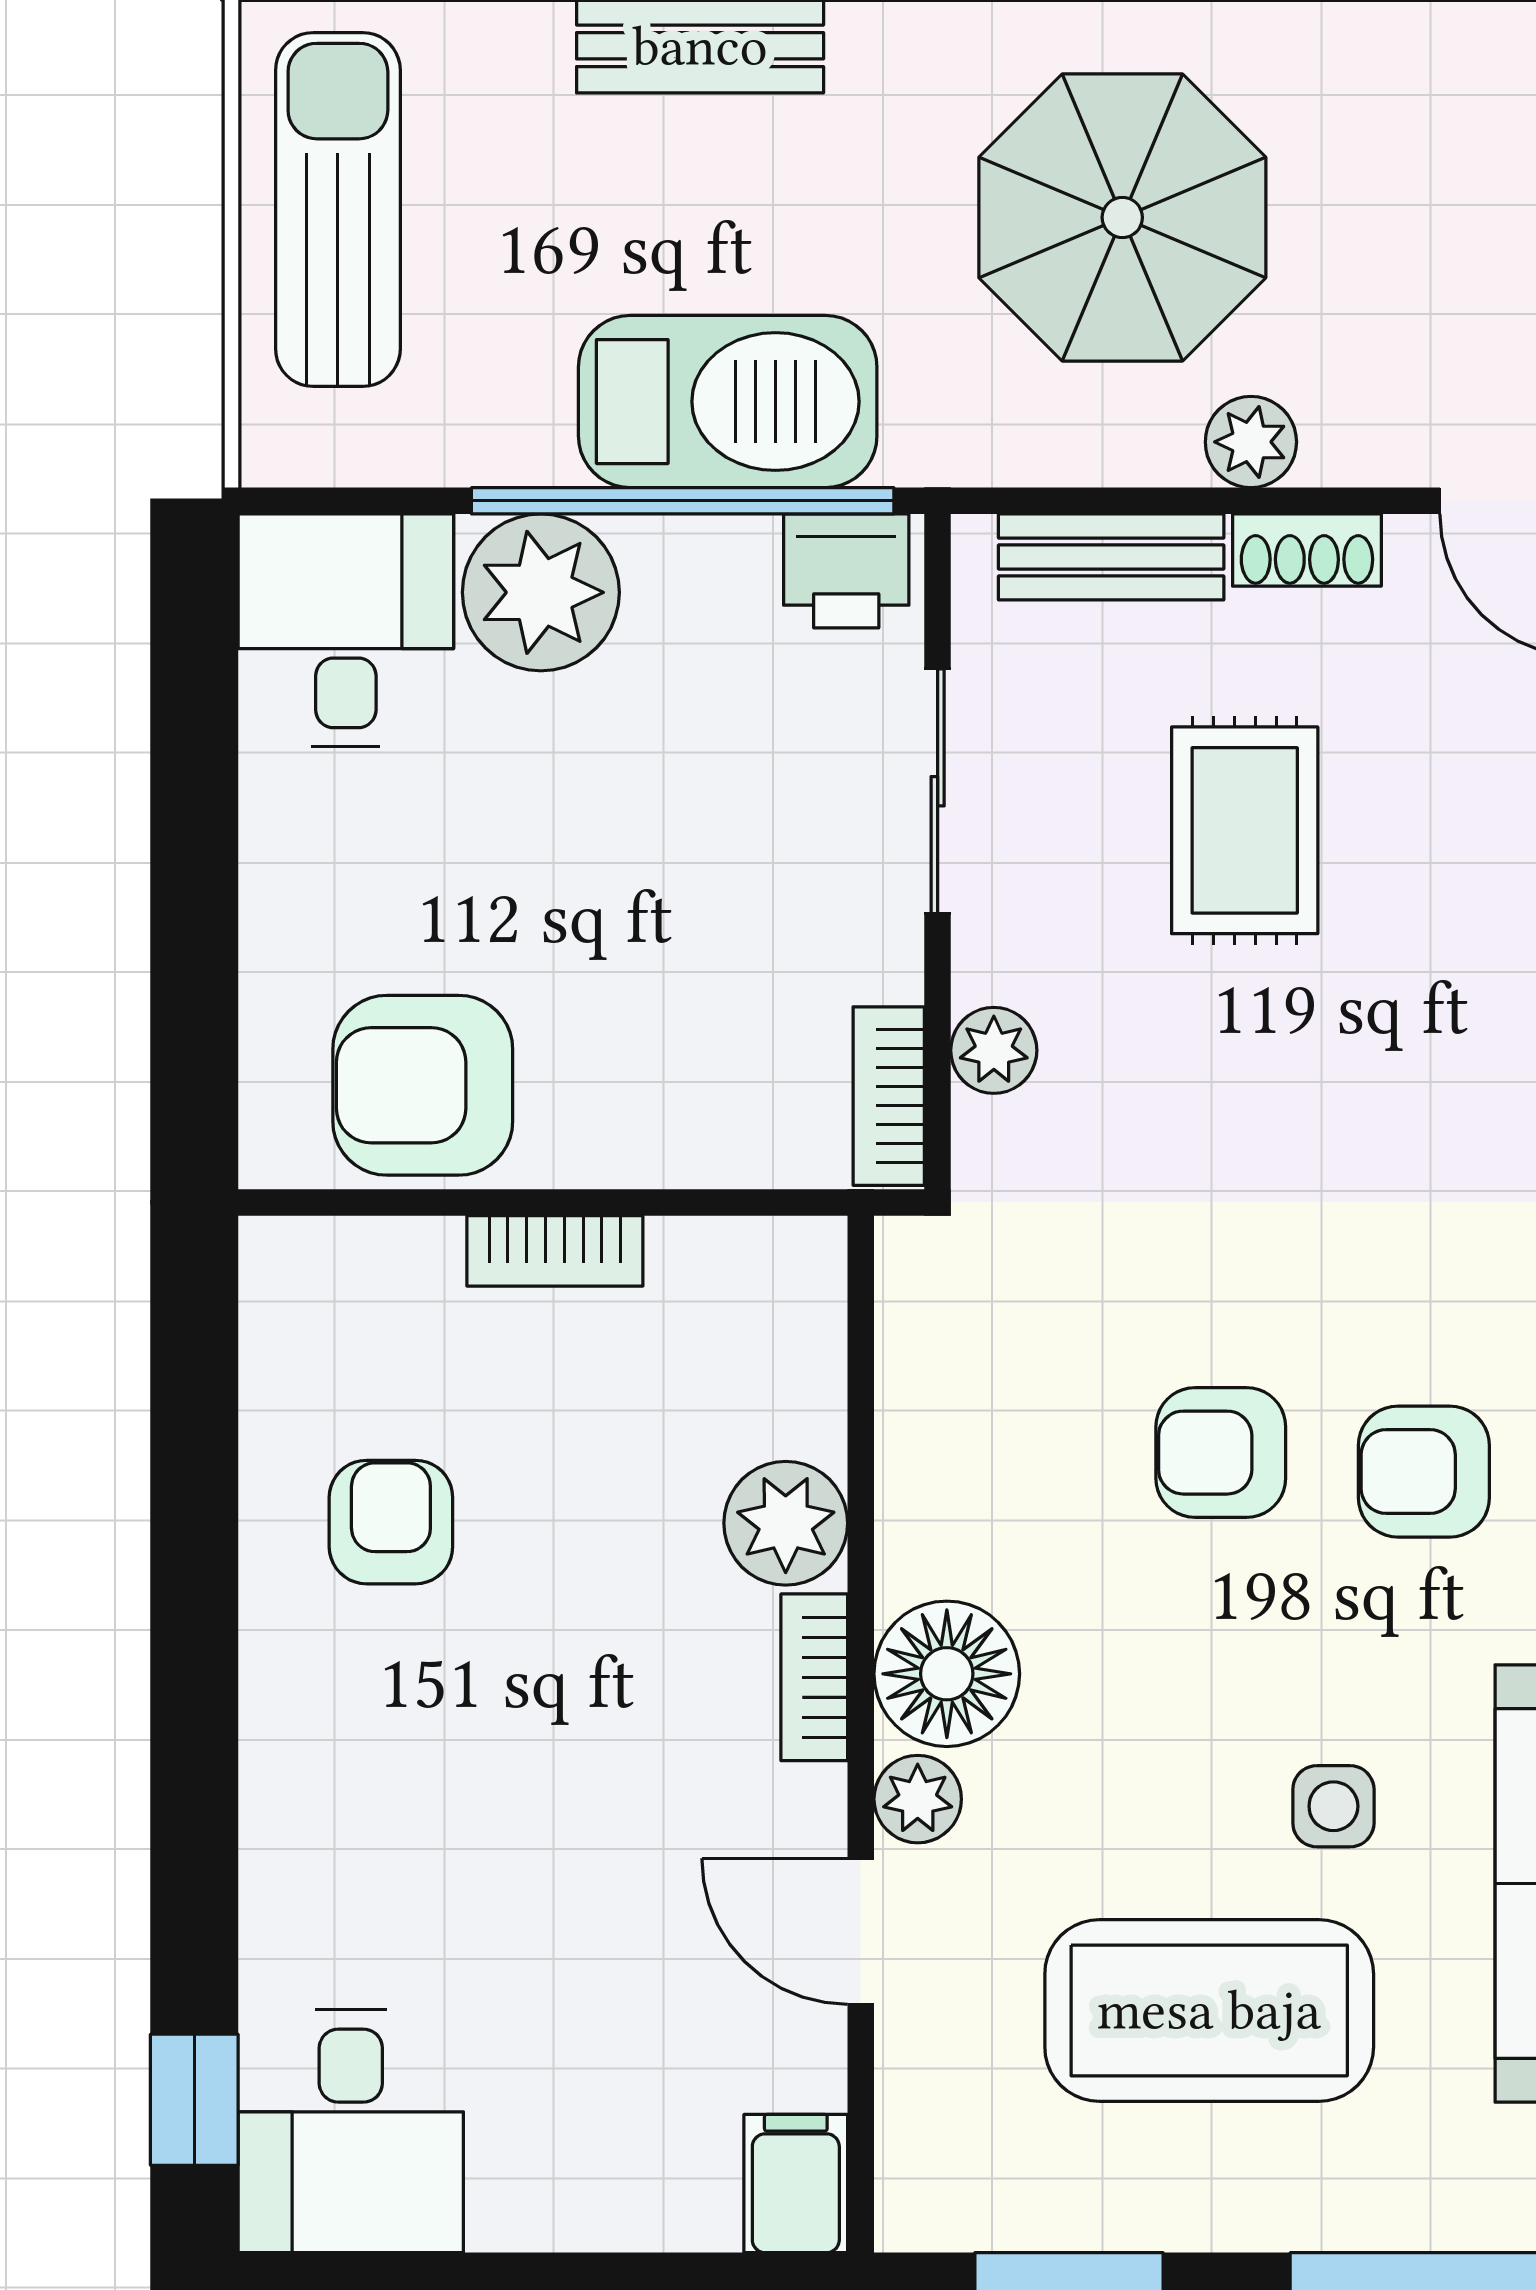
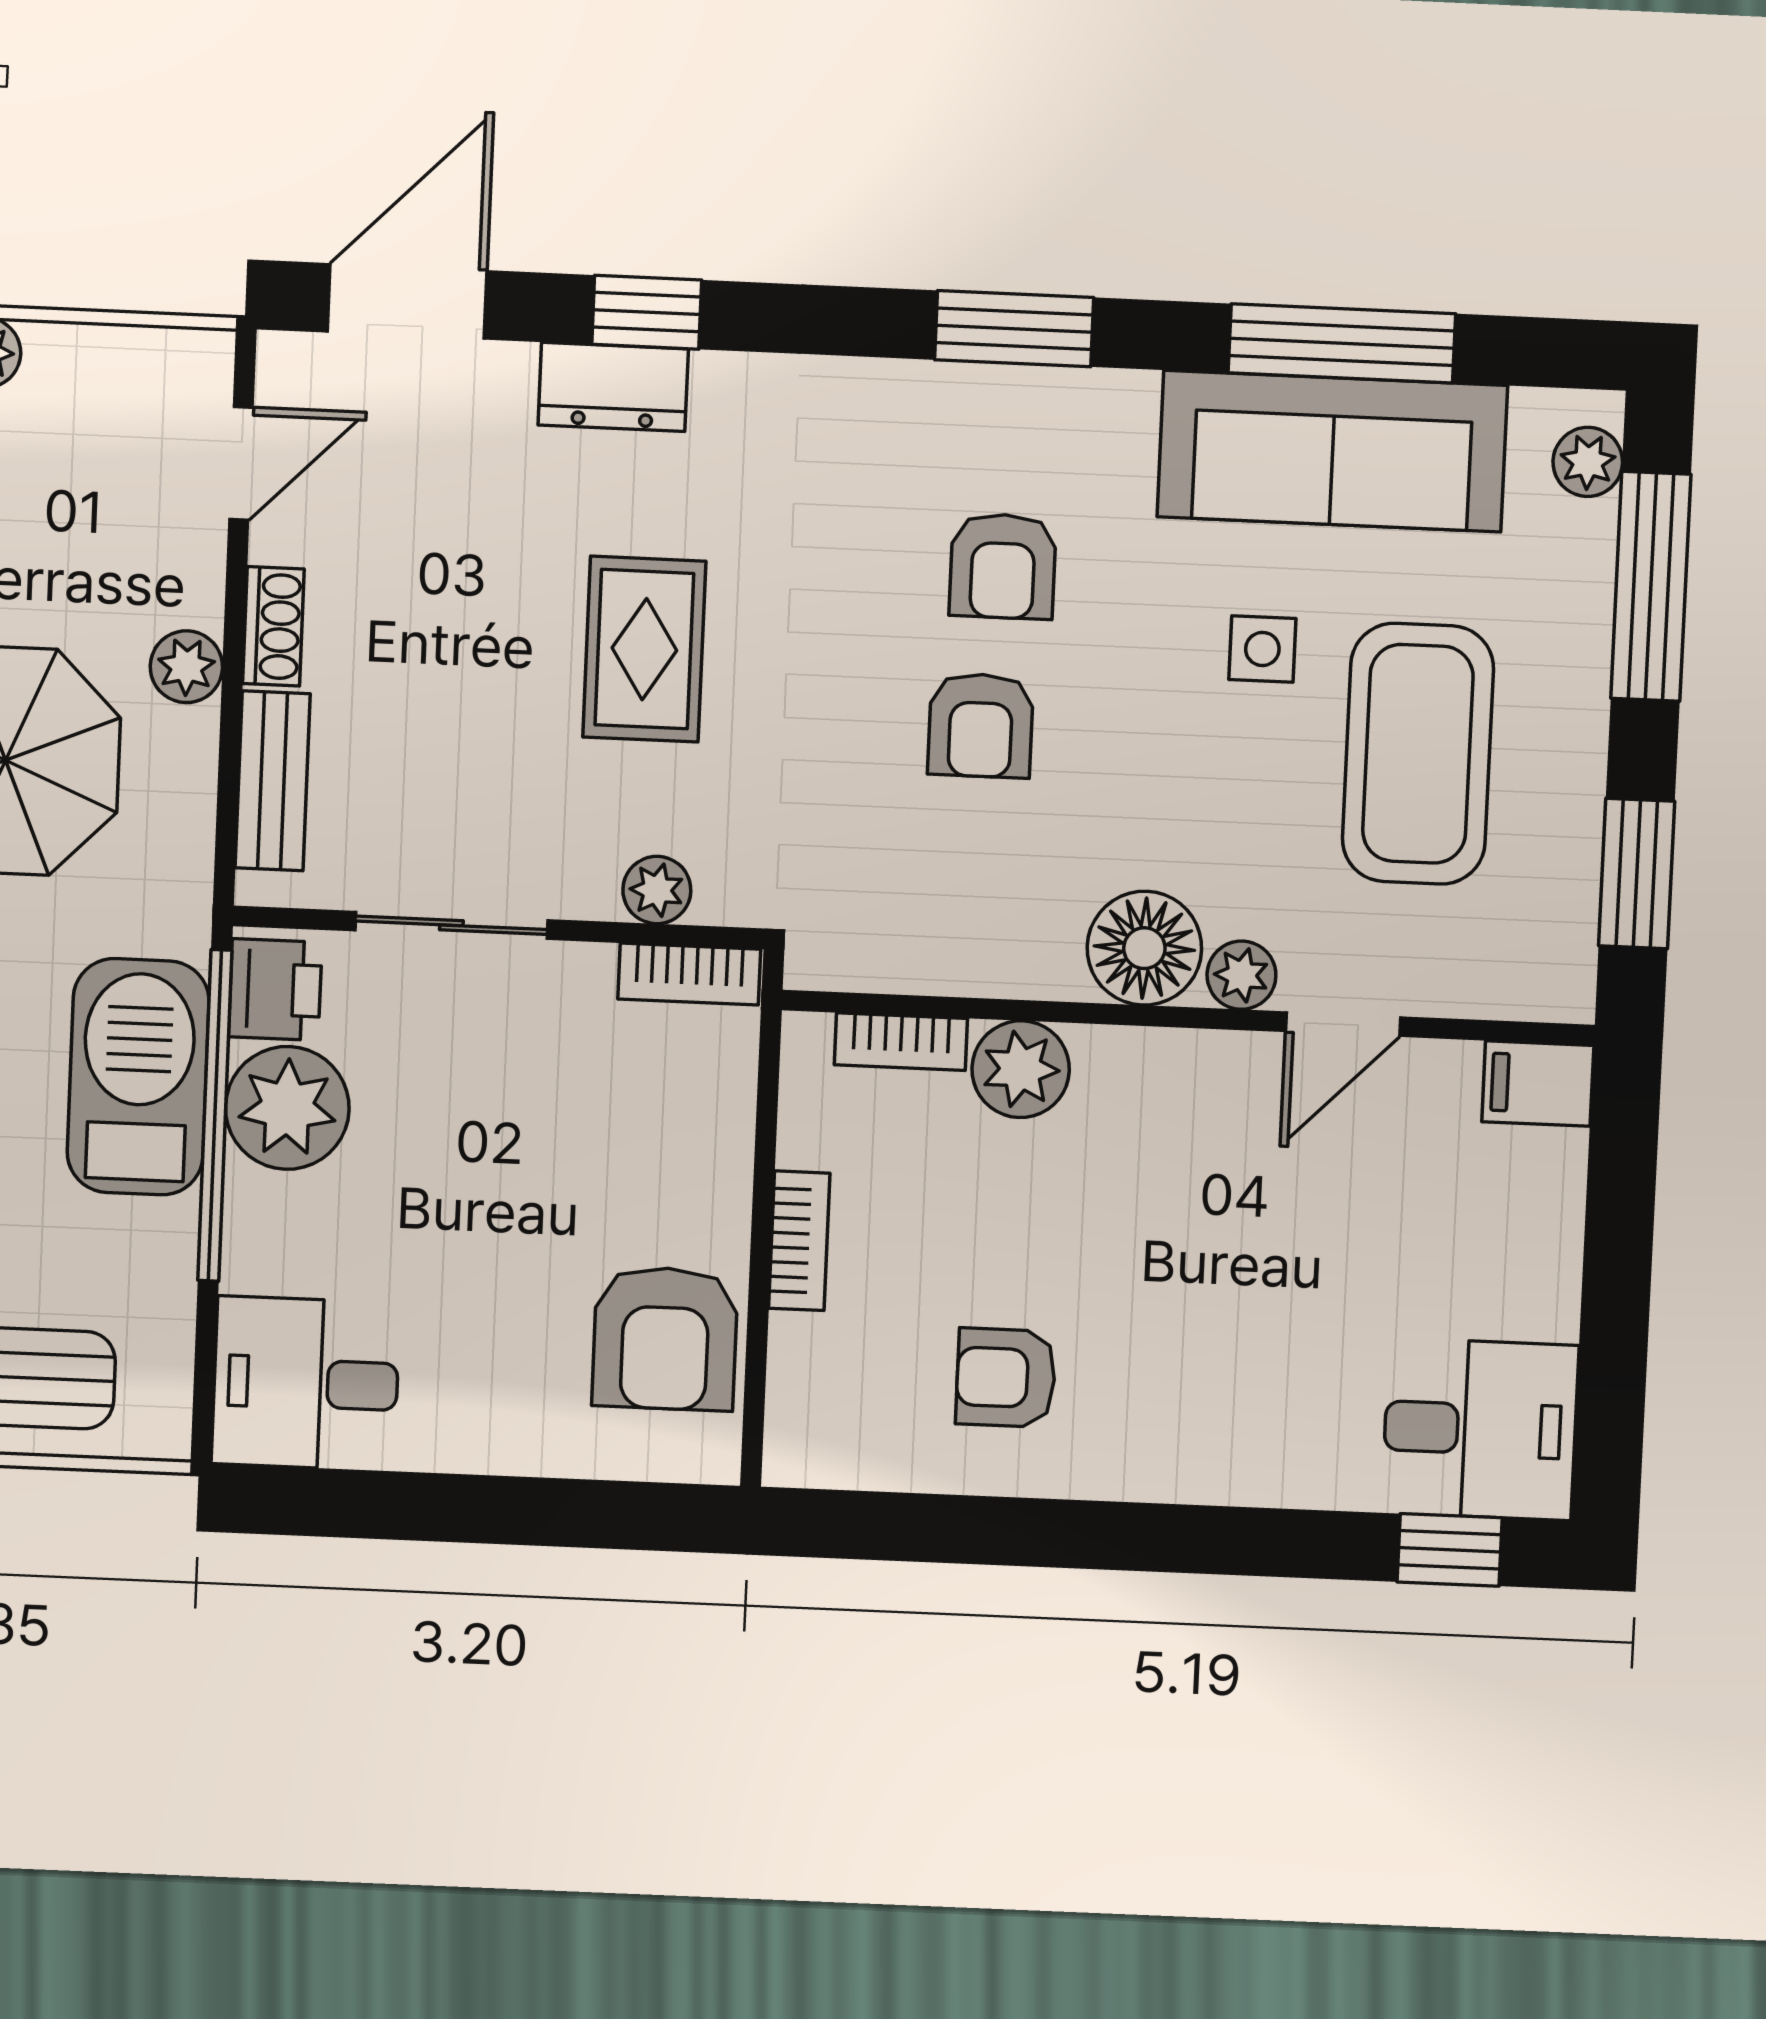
plant: (541, 592) -> (287, 1108), moved
rug: (1245, 830) -> (644, 649), moved, turned 90
bookcase: (814, 1677) -> (901, 1042), moved

